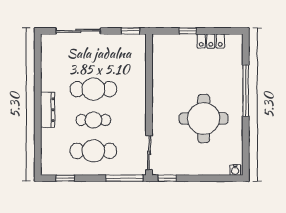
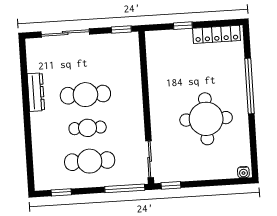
locker: (211, 41) -> (217, 34), width x1.53
dresser: (48, 110) -> (36, 92), moved

